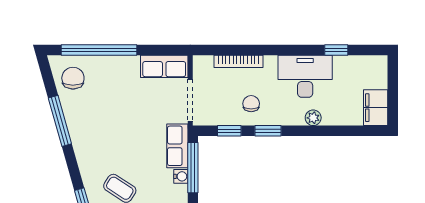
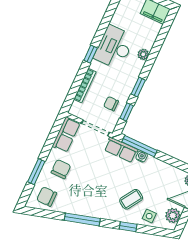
window: (99, 50) -> (36, 172), width x0.47
window: (336, 50) -> (91, 54), moved
chair: (117, 80) -> (61, 169), added
chair: (251, 104) -> (111, 104), moved
window: (60, 121) -> (82, 219), moved

